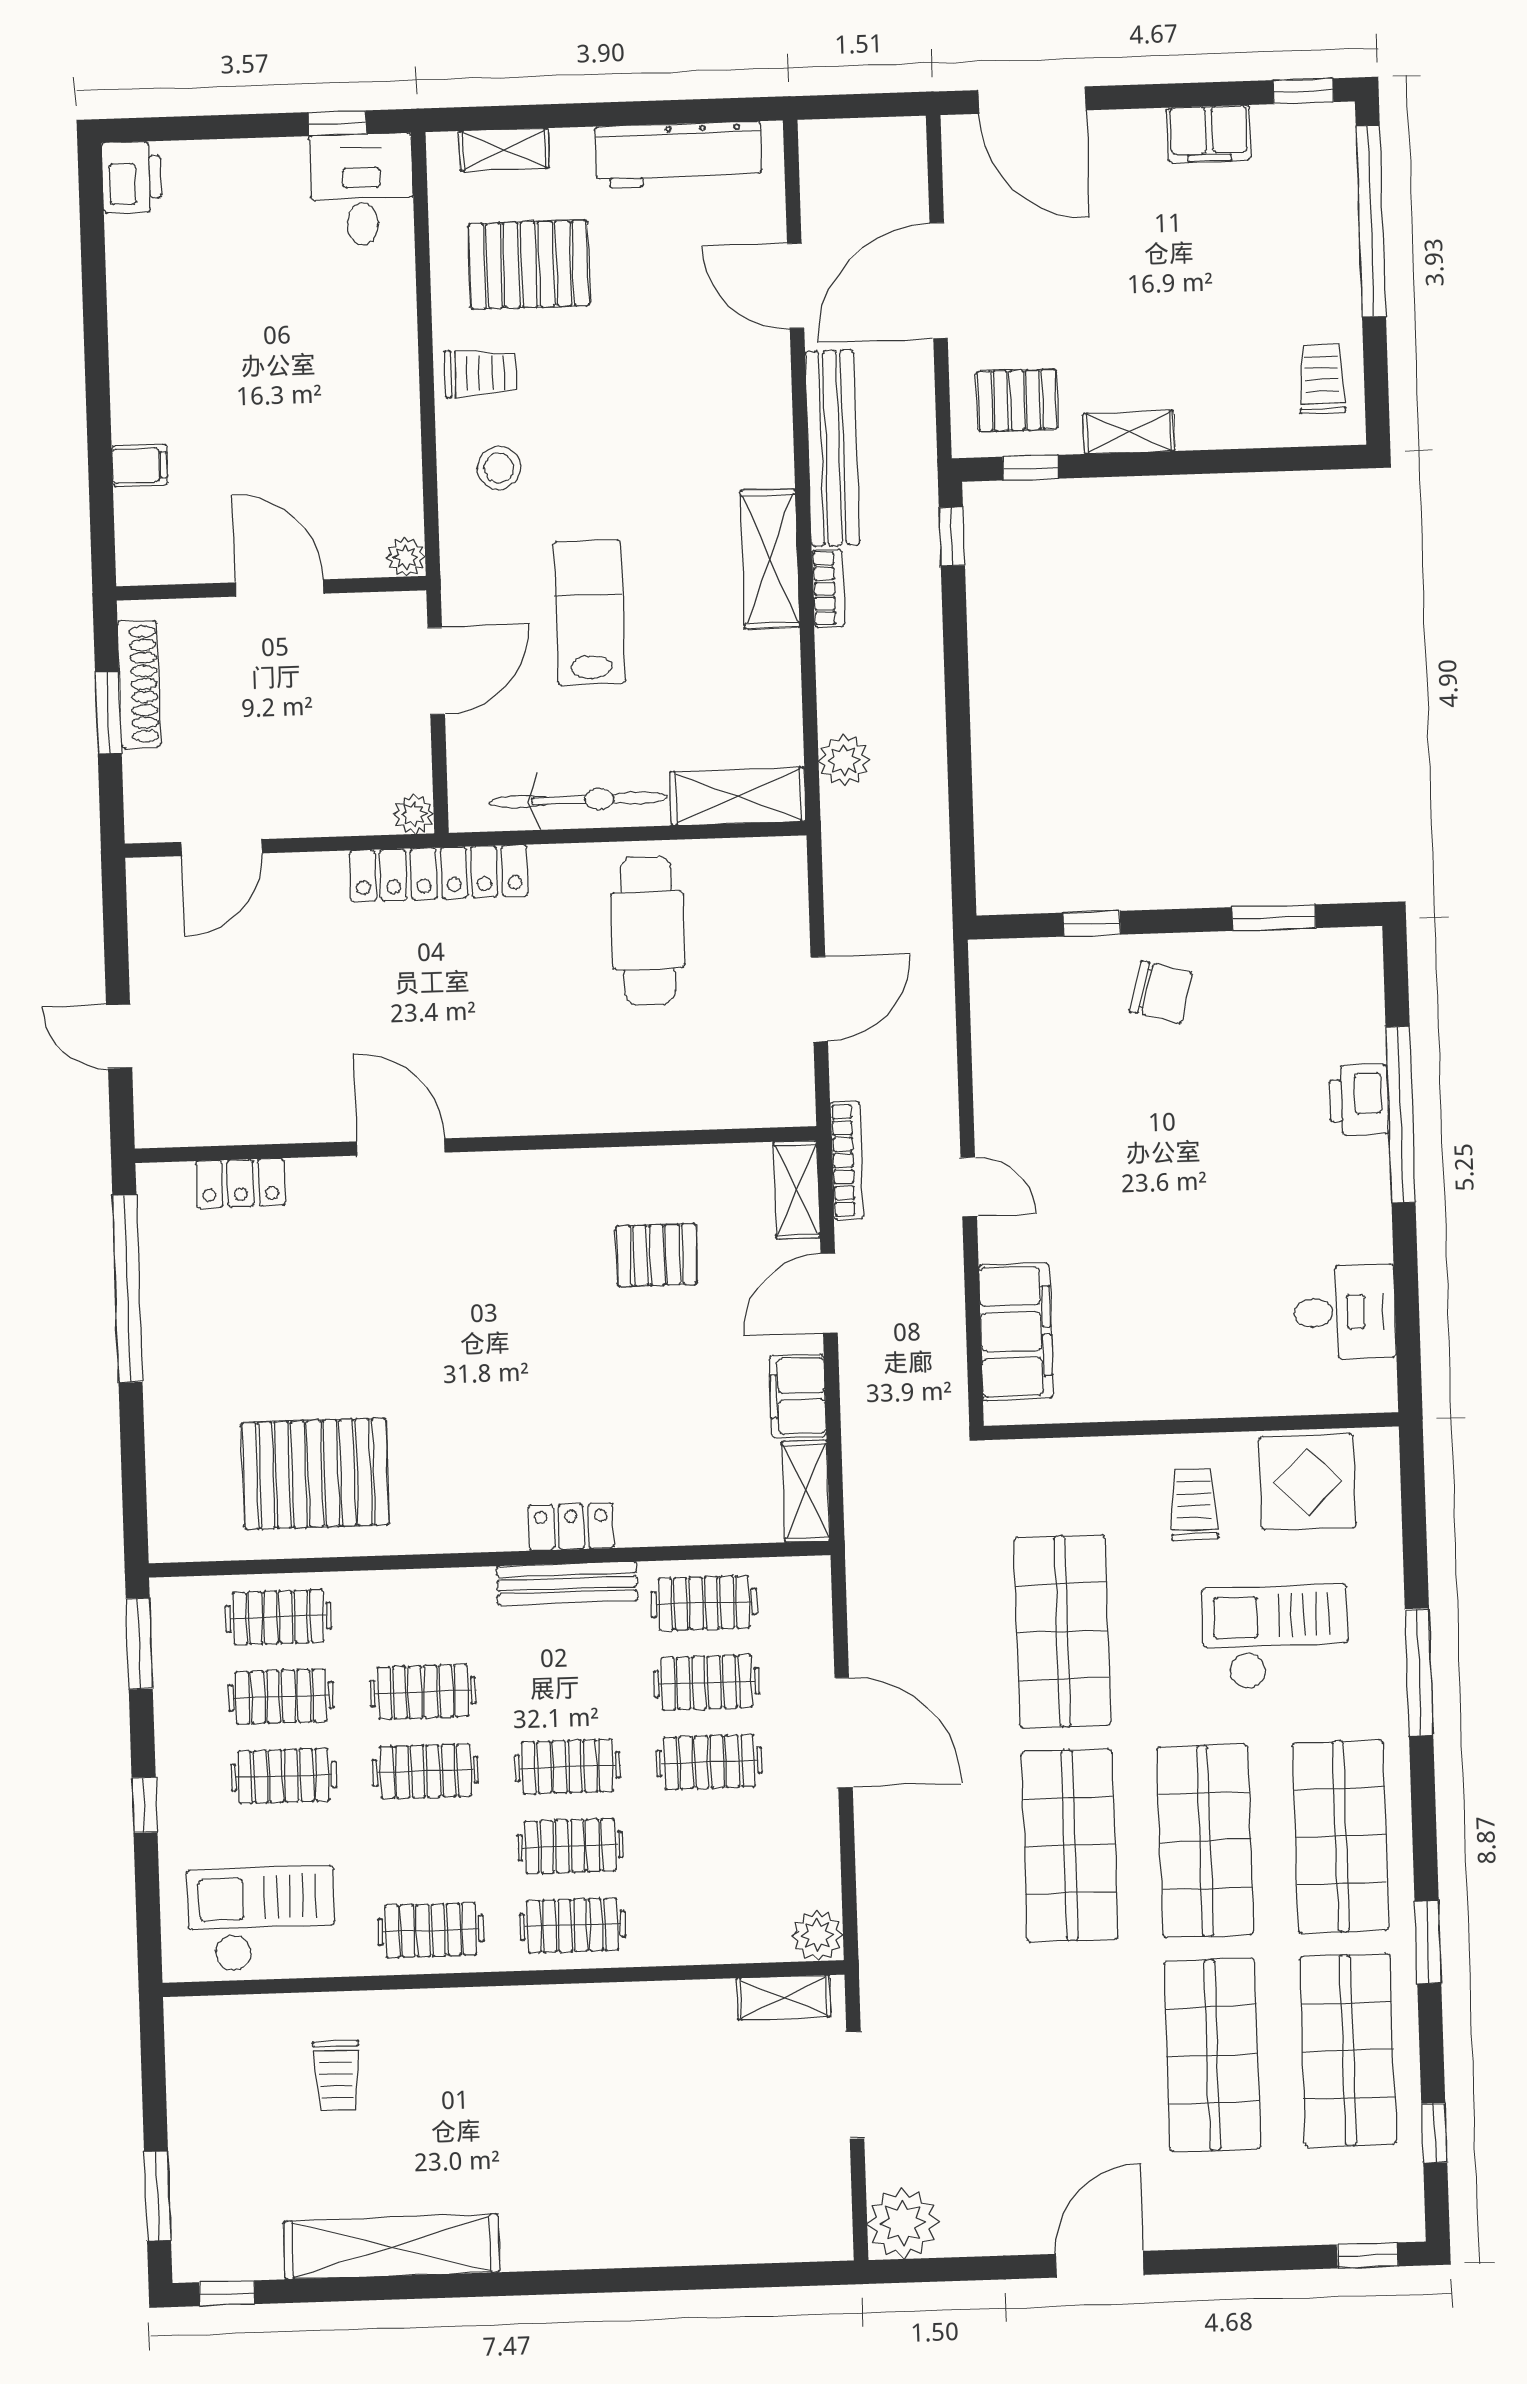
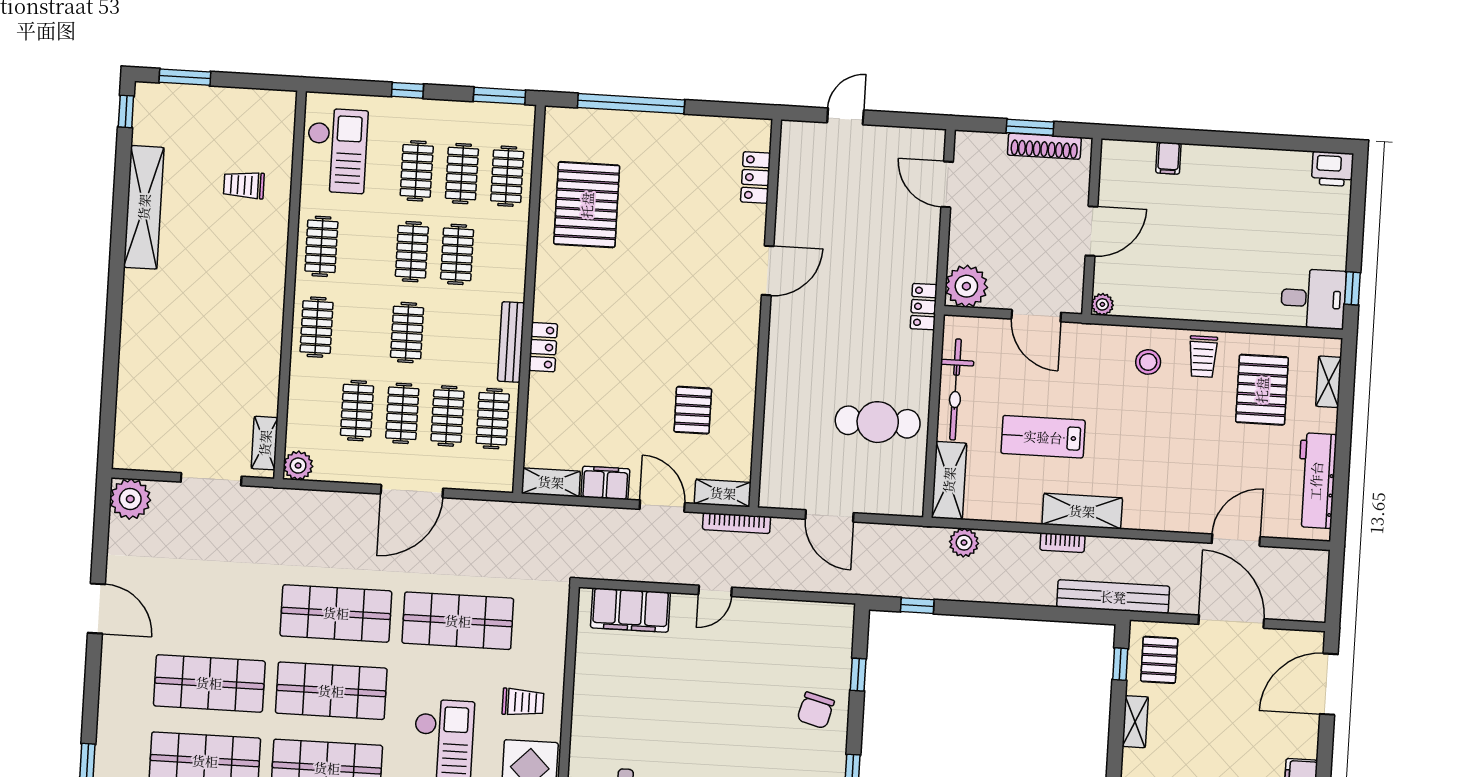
bench: (832, 448) -> (1113, 597), moved
window: (952, 537) -> (917, 606), moved
lab bench: (589, 612) -> (1043, 437), moved, turned 180
plant: (414, 814) -> (966, 286), width x1.87, depth x1.87
locker: (439, 873) -> (924, 307), width x0.46, depth x0.83
window: (127, 1289) -> (631, 104), moved
clothes rail: (570, 1846) -> (357, 411), moved

